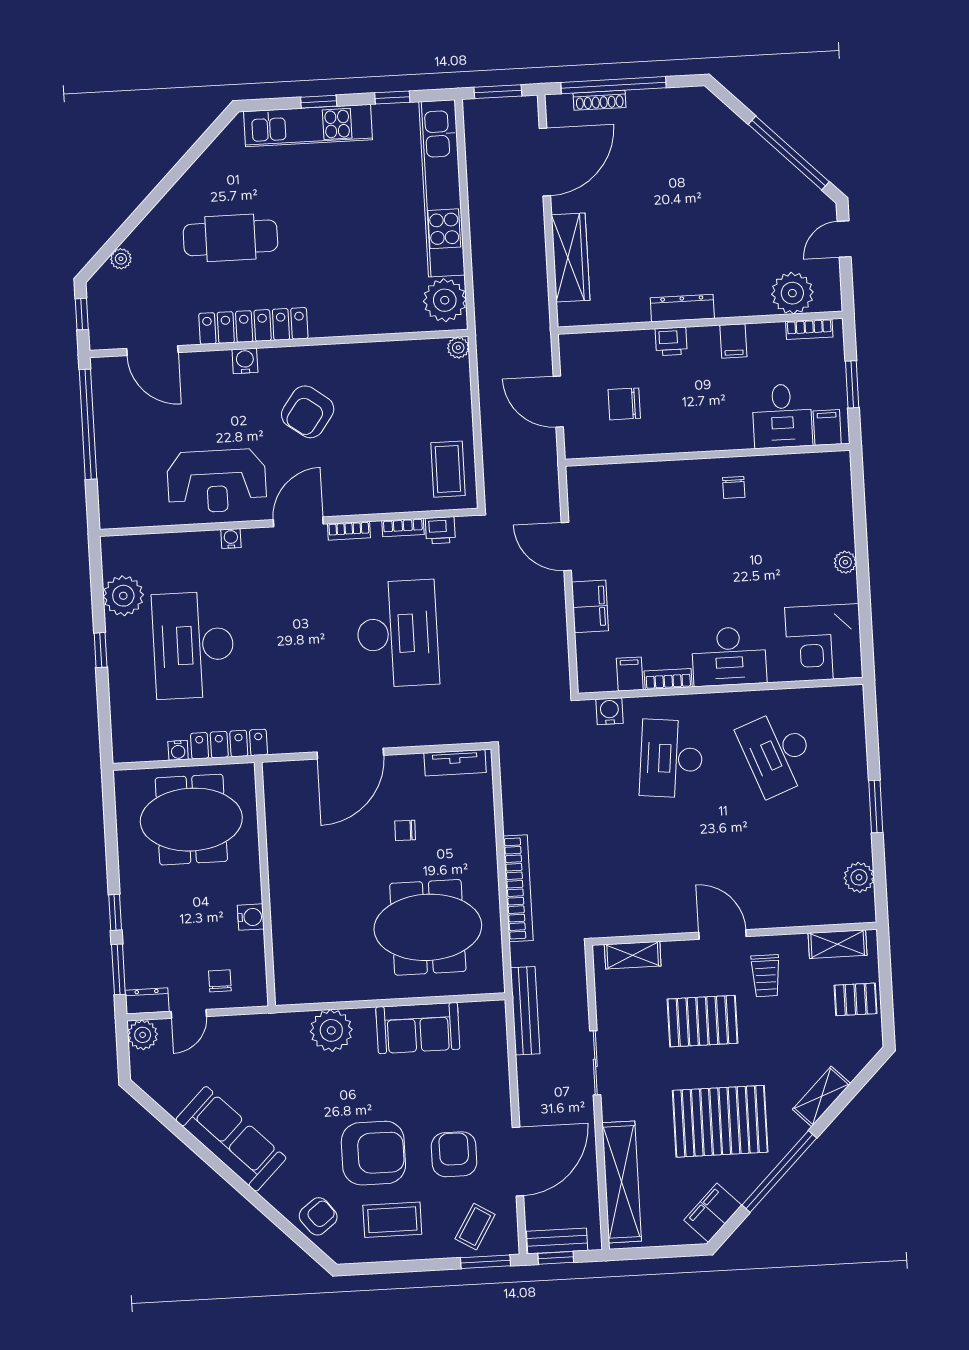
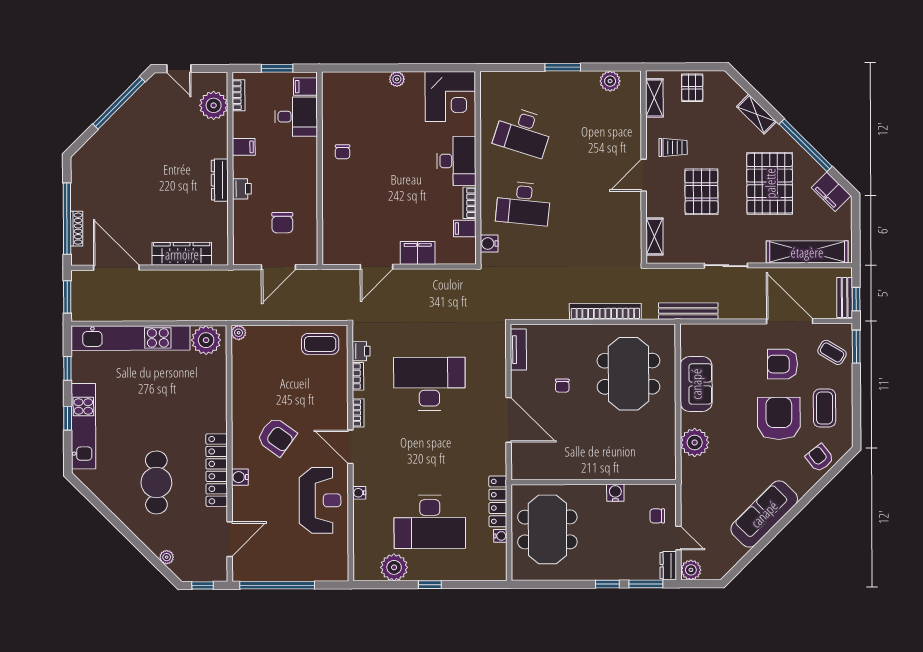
chair: (734, 487) -> (343, 152), turned 90
desk: (777, 753) -> (523, 132), turned 39

